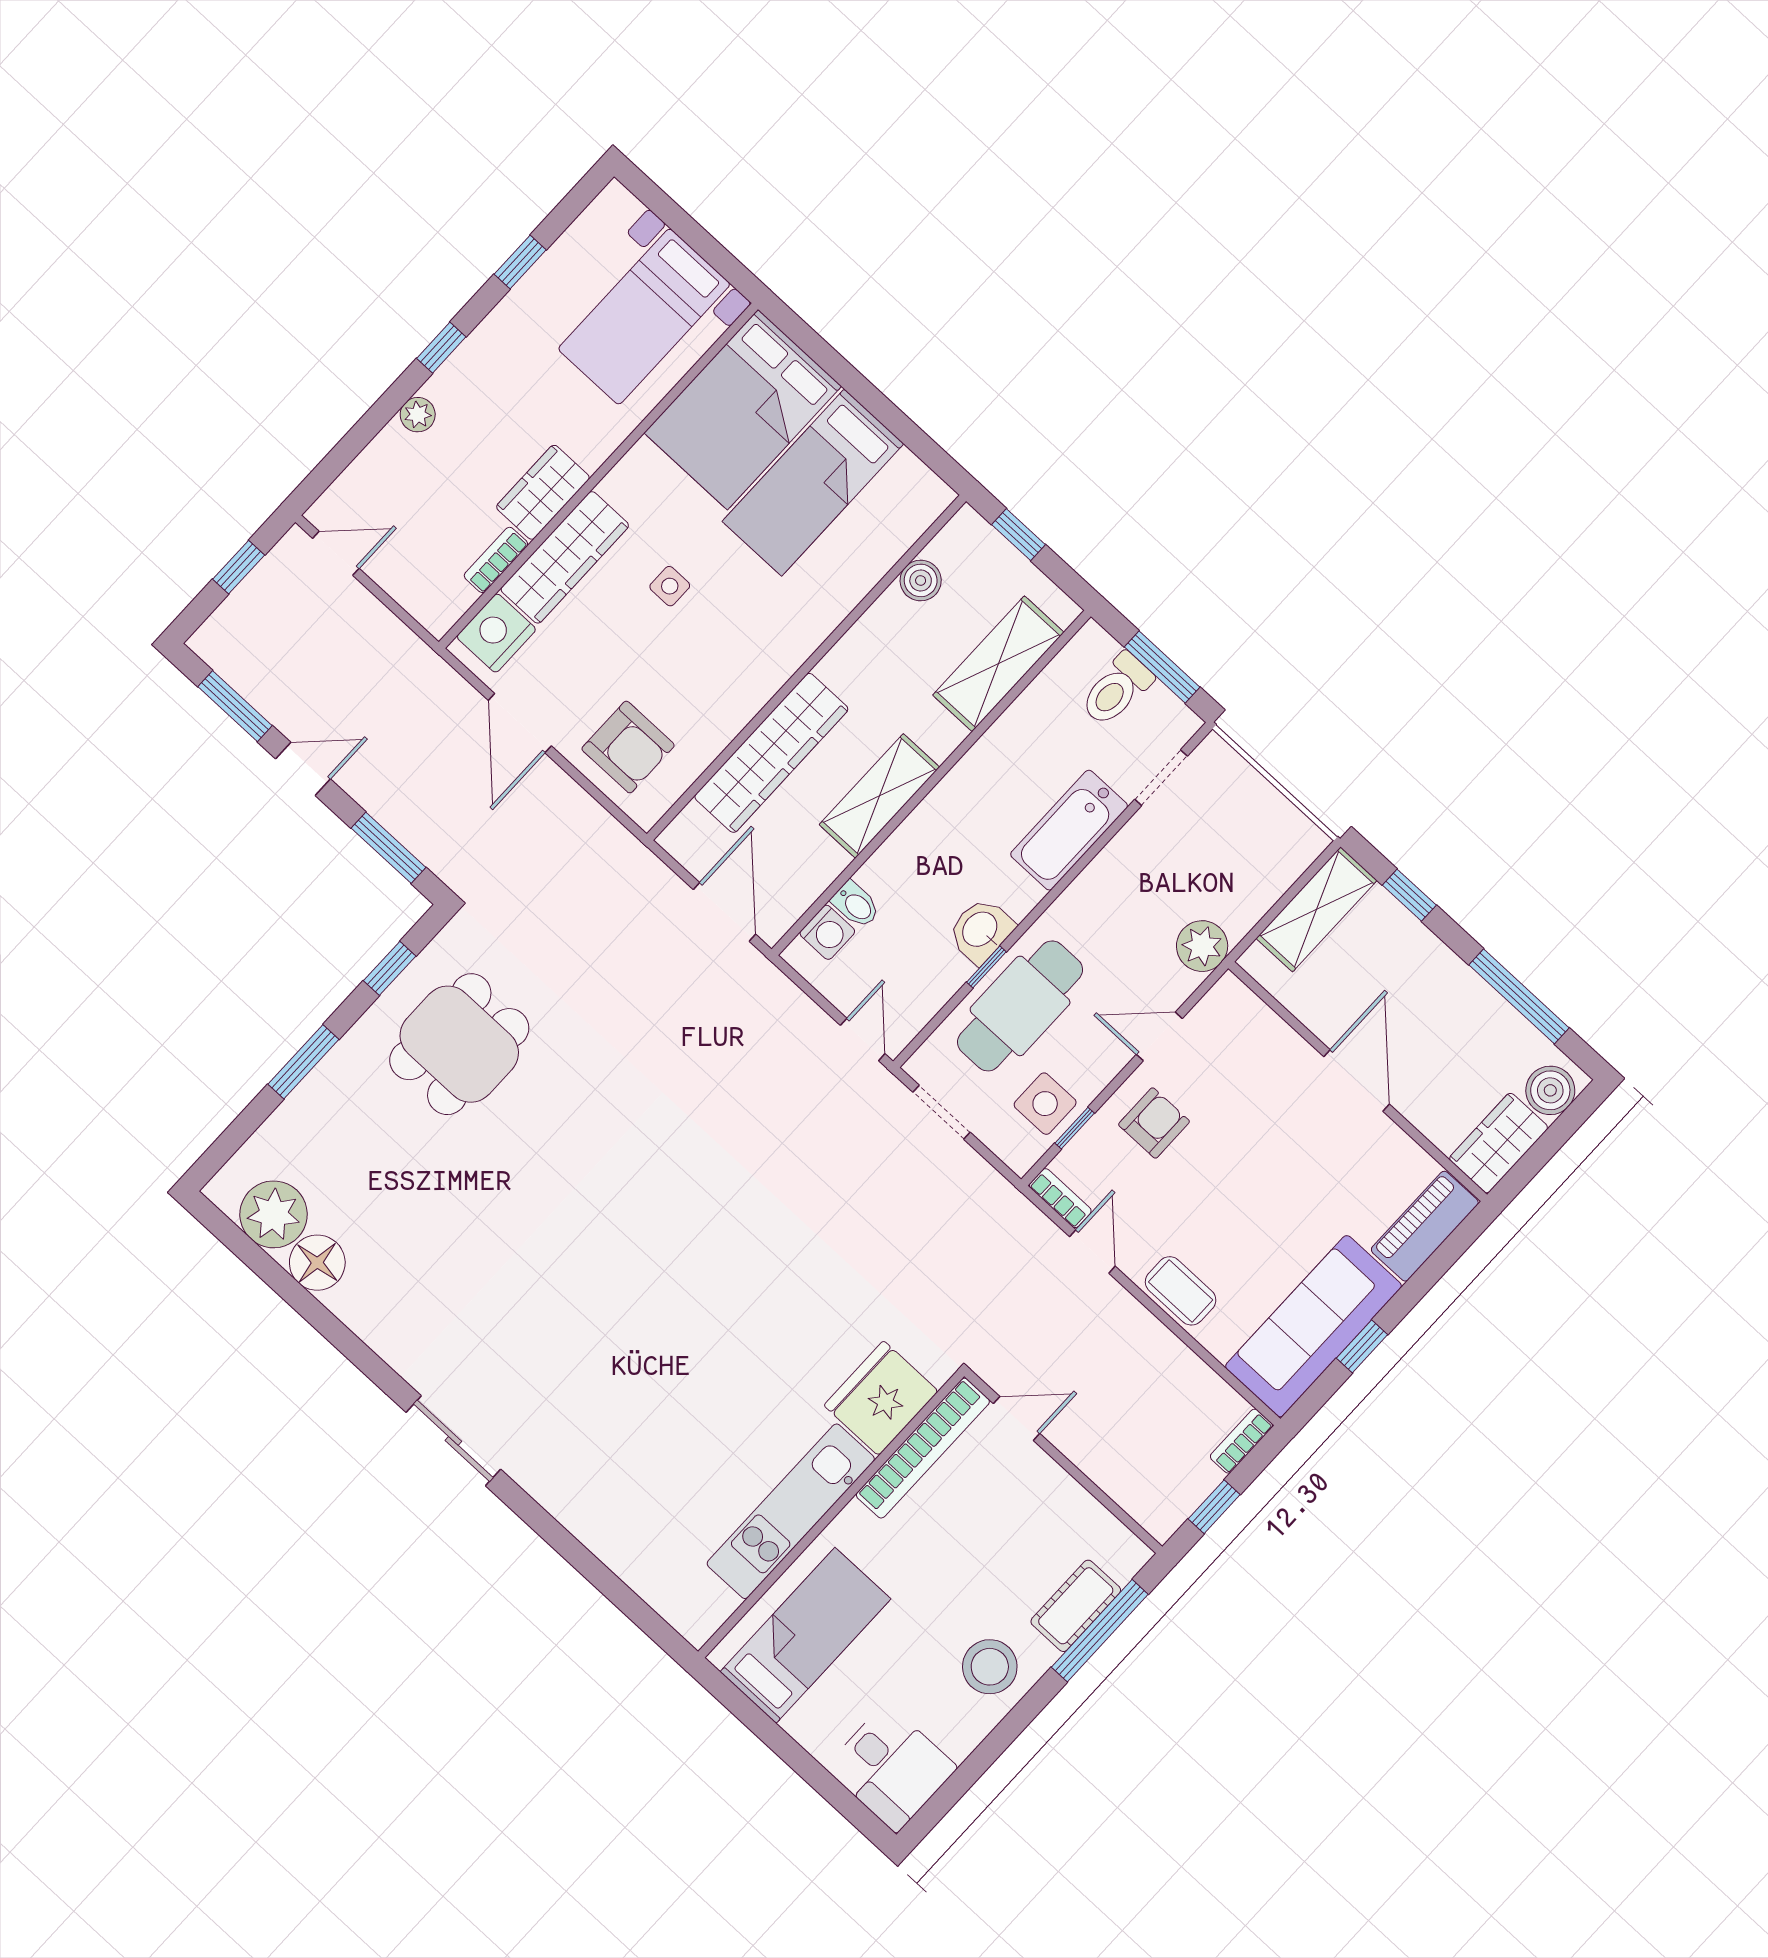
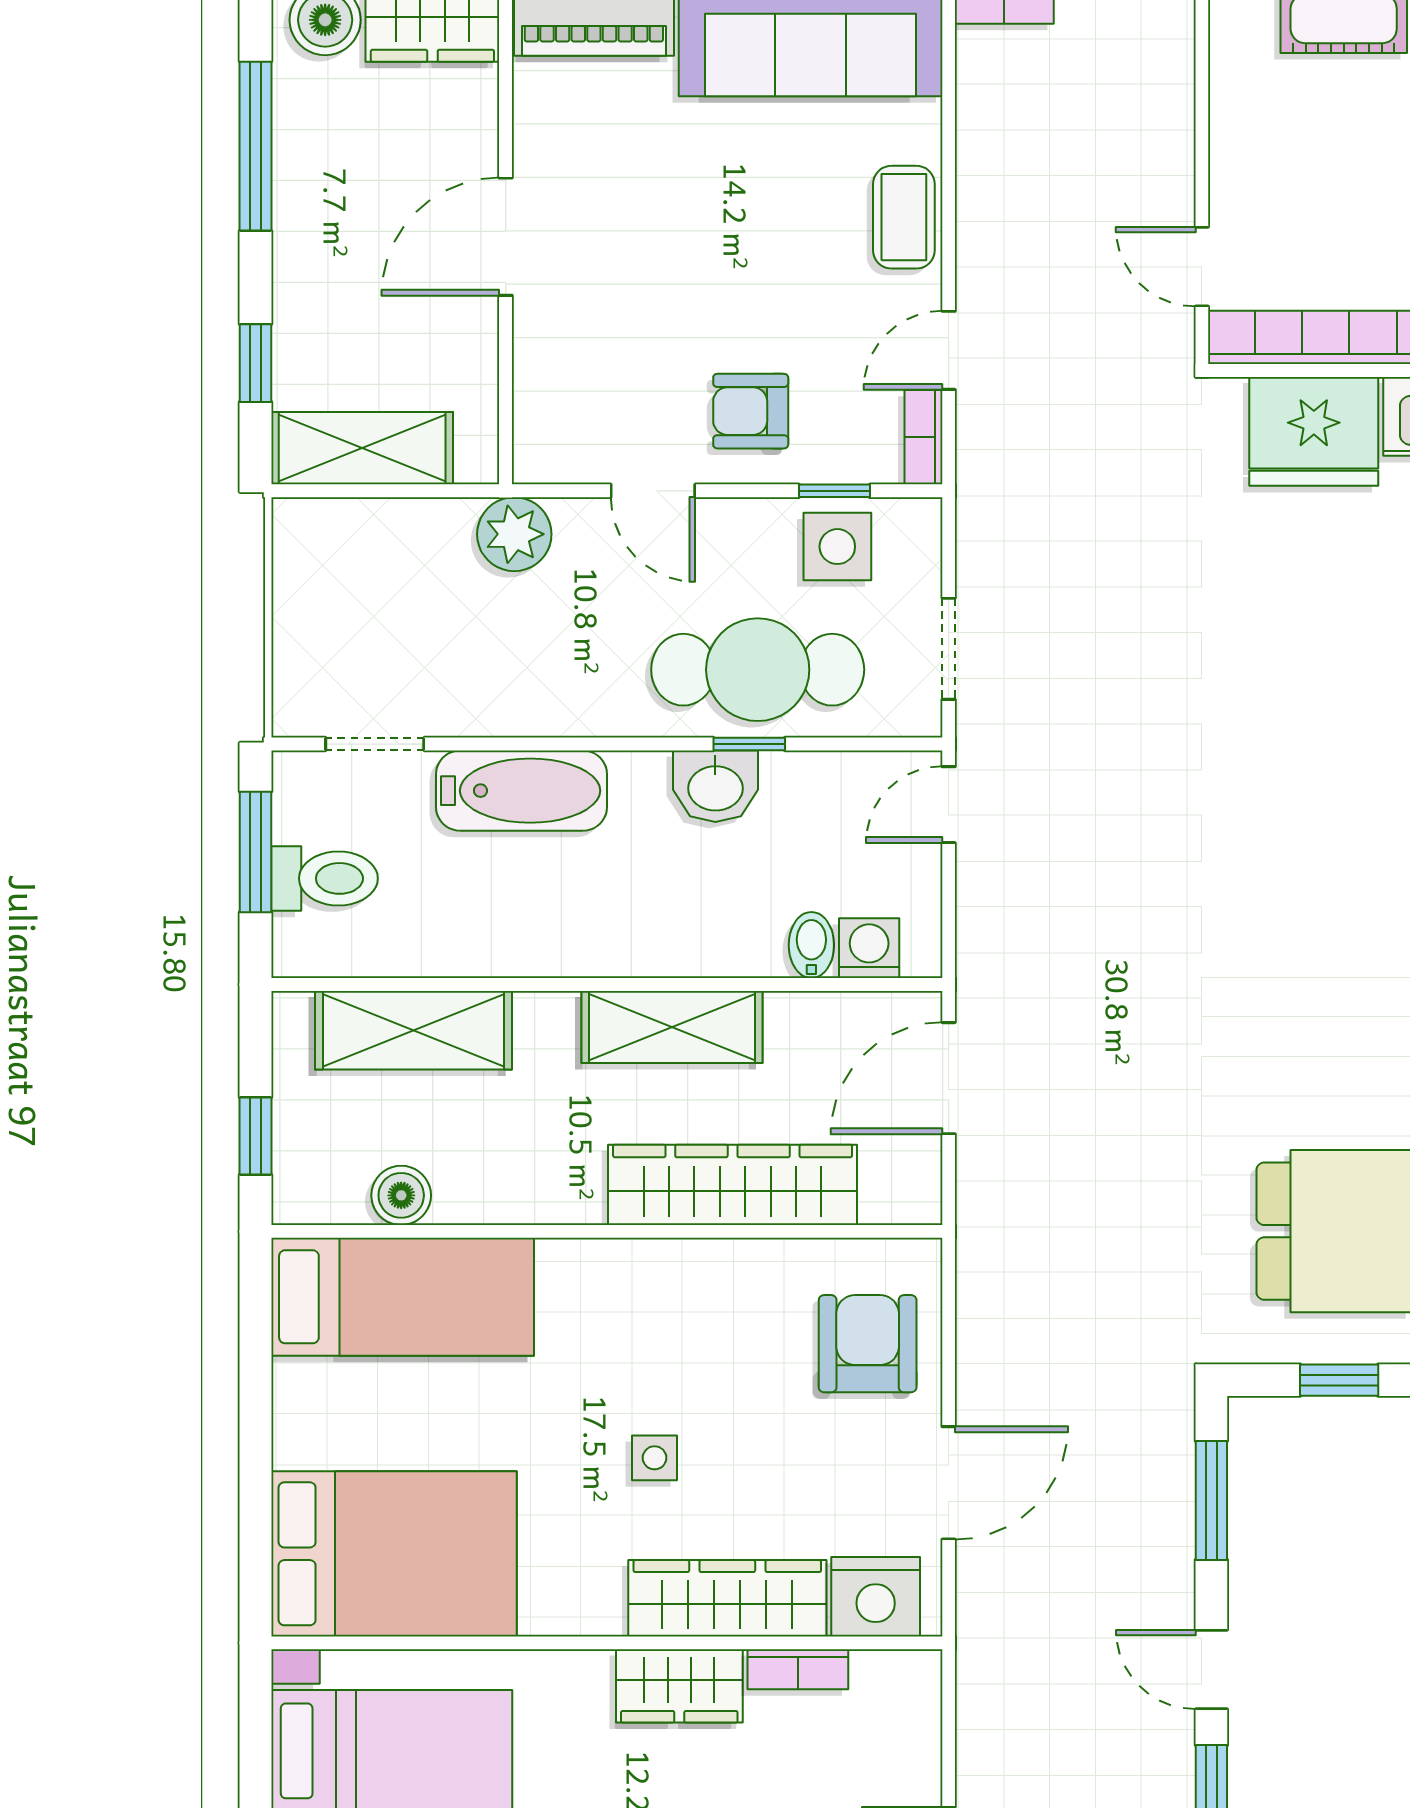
bed: (813, 482) -> (403, 1297), moved

